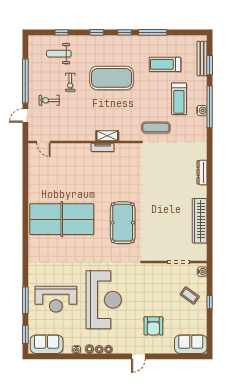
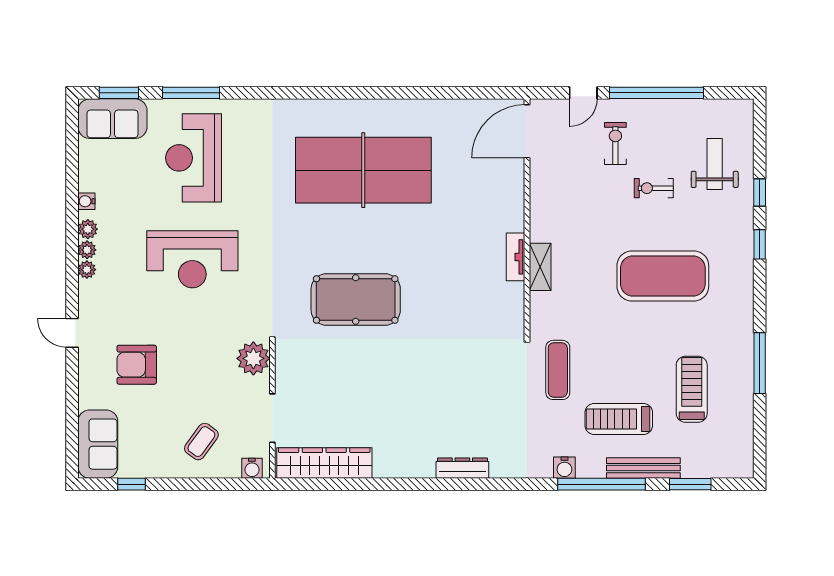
window: (62, 32) -> (760, 193), moved
window: (125, 32) -> (760, 304), removed
bench: (202, 58) -> (643, 468), moved
exercise mat: (112, 78) -> (663, 276), turned 90
water cooler: (202, 110) -> (564, 468), moved
door: (25, 115) -> (583, 93), swing flipped
door: (43, 142) -> (527, 131), width x1.88
table tennis table: (62, 219) -> (363, 170), turned 90
wardrobe: (200, 221) -> (324, 463), moved
plant: (150, 271) -> (253, 358), added
reception desk: (104, 300) -> (192, 259), width x0.74, depth x0.77
window: (210, 302) -> (132, 484), moved
sofa: (47, 344) -> (112, 119), moved, turned 90

